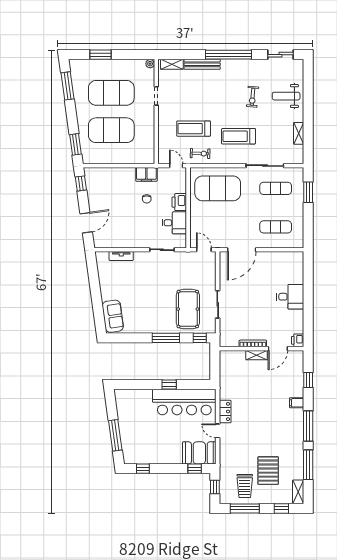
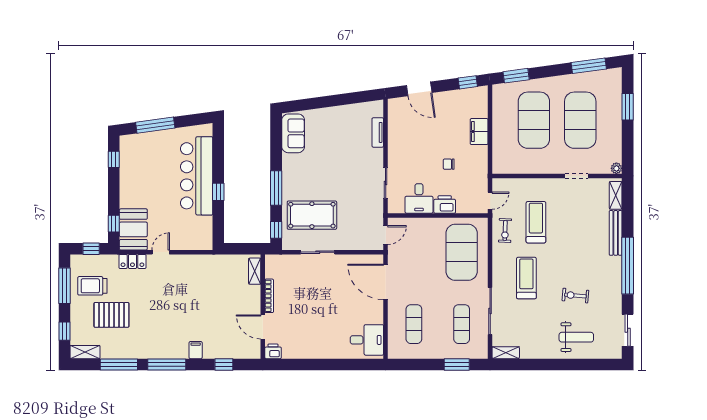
weight bench: (286, 96) -> (576, 337), turned 90
shelving: (299, 133) -> (506, 353), moved
filing cabinet: (146, 174) -> (479, 132), moved
desk: (290, 297) -> (367, 340), moved, turned -90
sofa: (113, 316) -> (293, 133), moved, turned -82
shelving: (257, 355) -> (255, 271), moved
bar counter: (184, 402) -> (197, 176), moved
locker: (225, 411) -> (132, 261), moved

